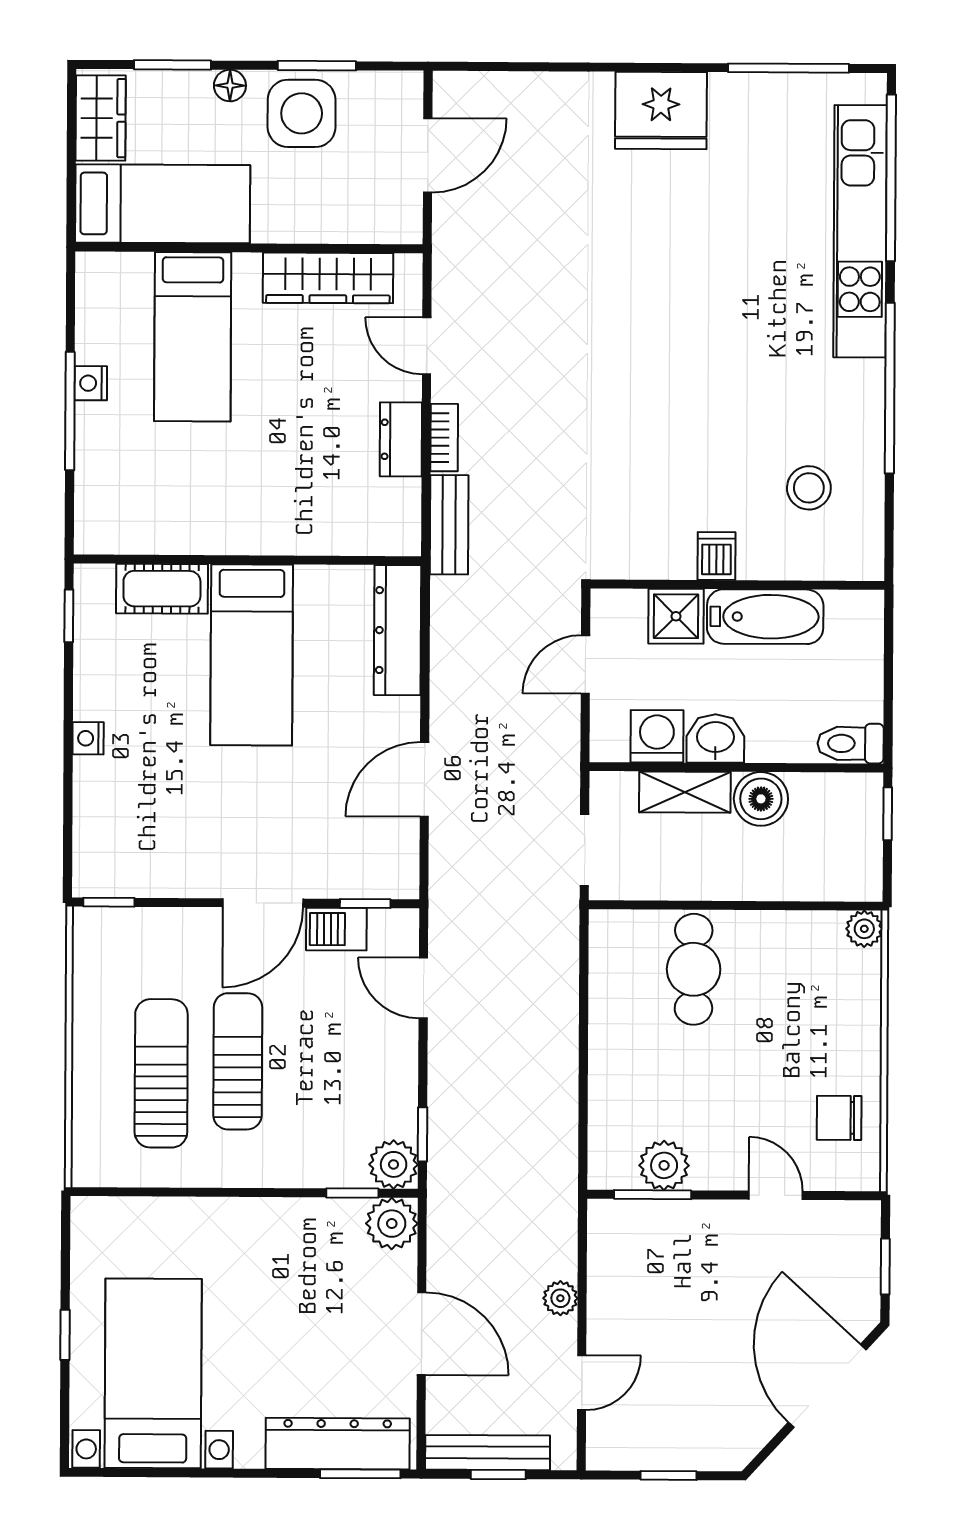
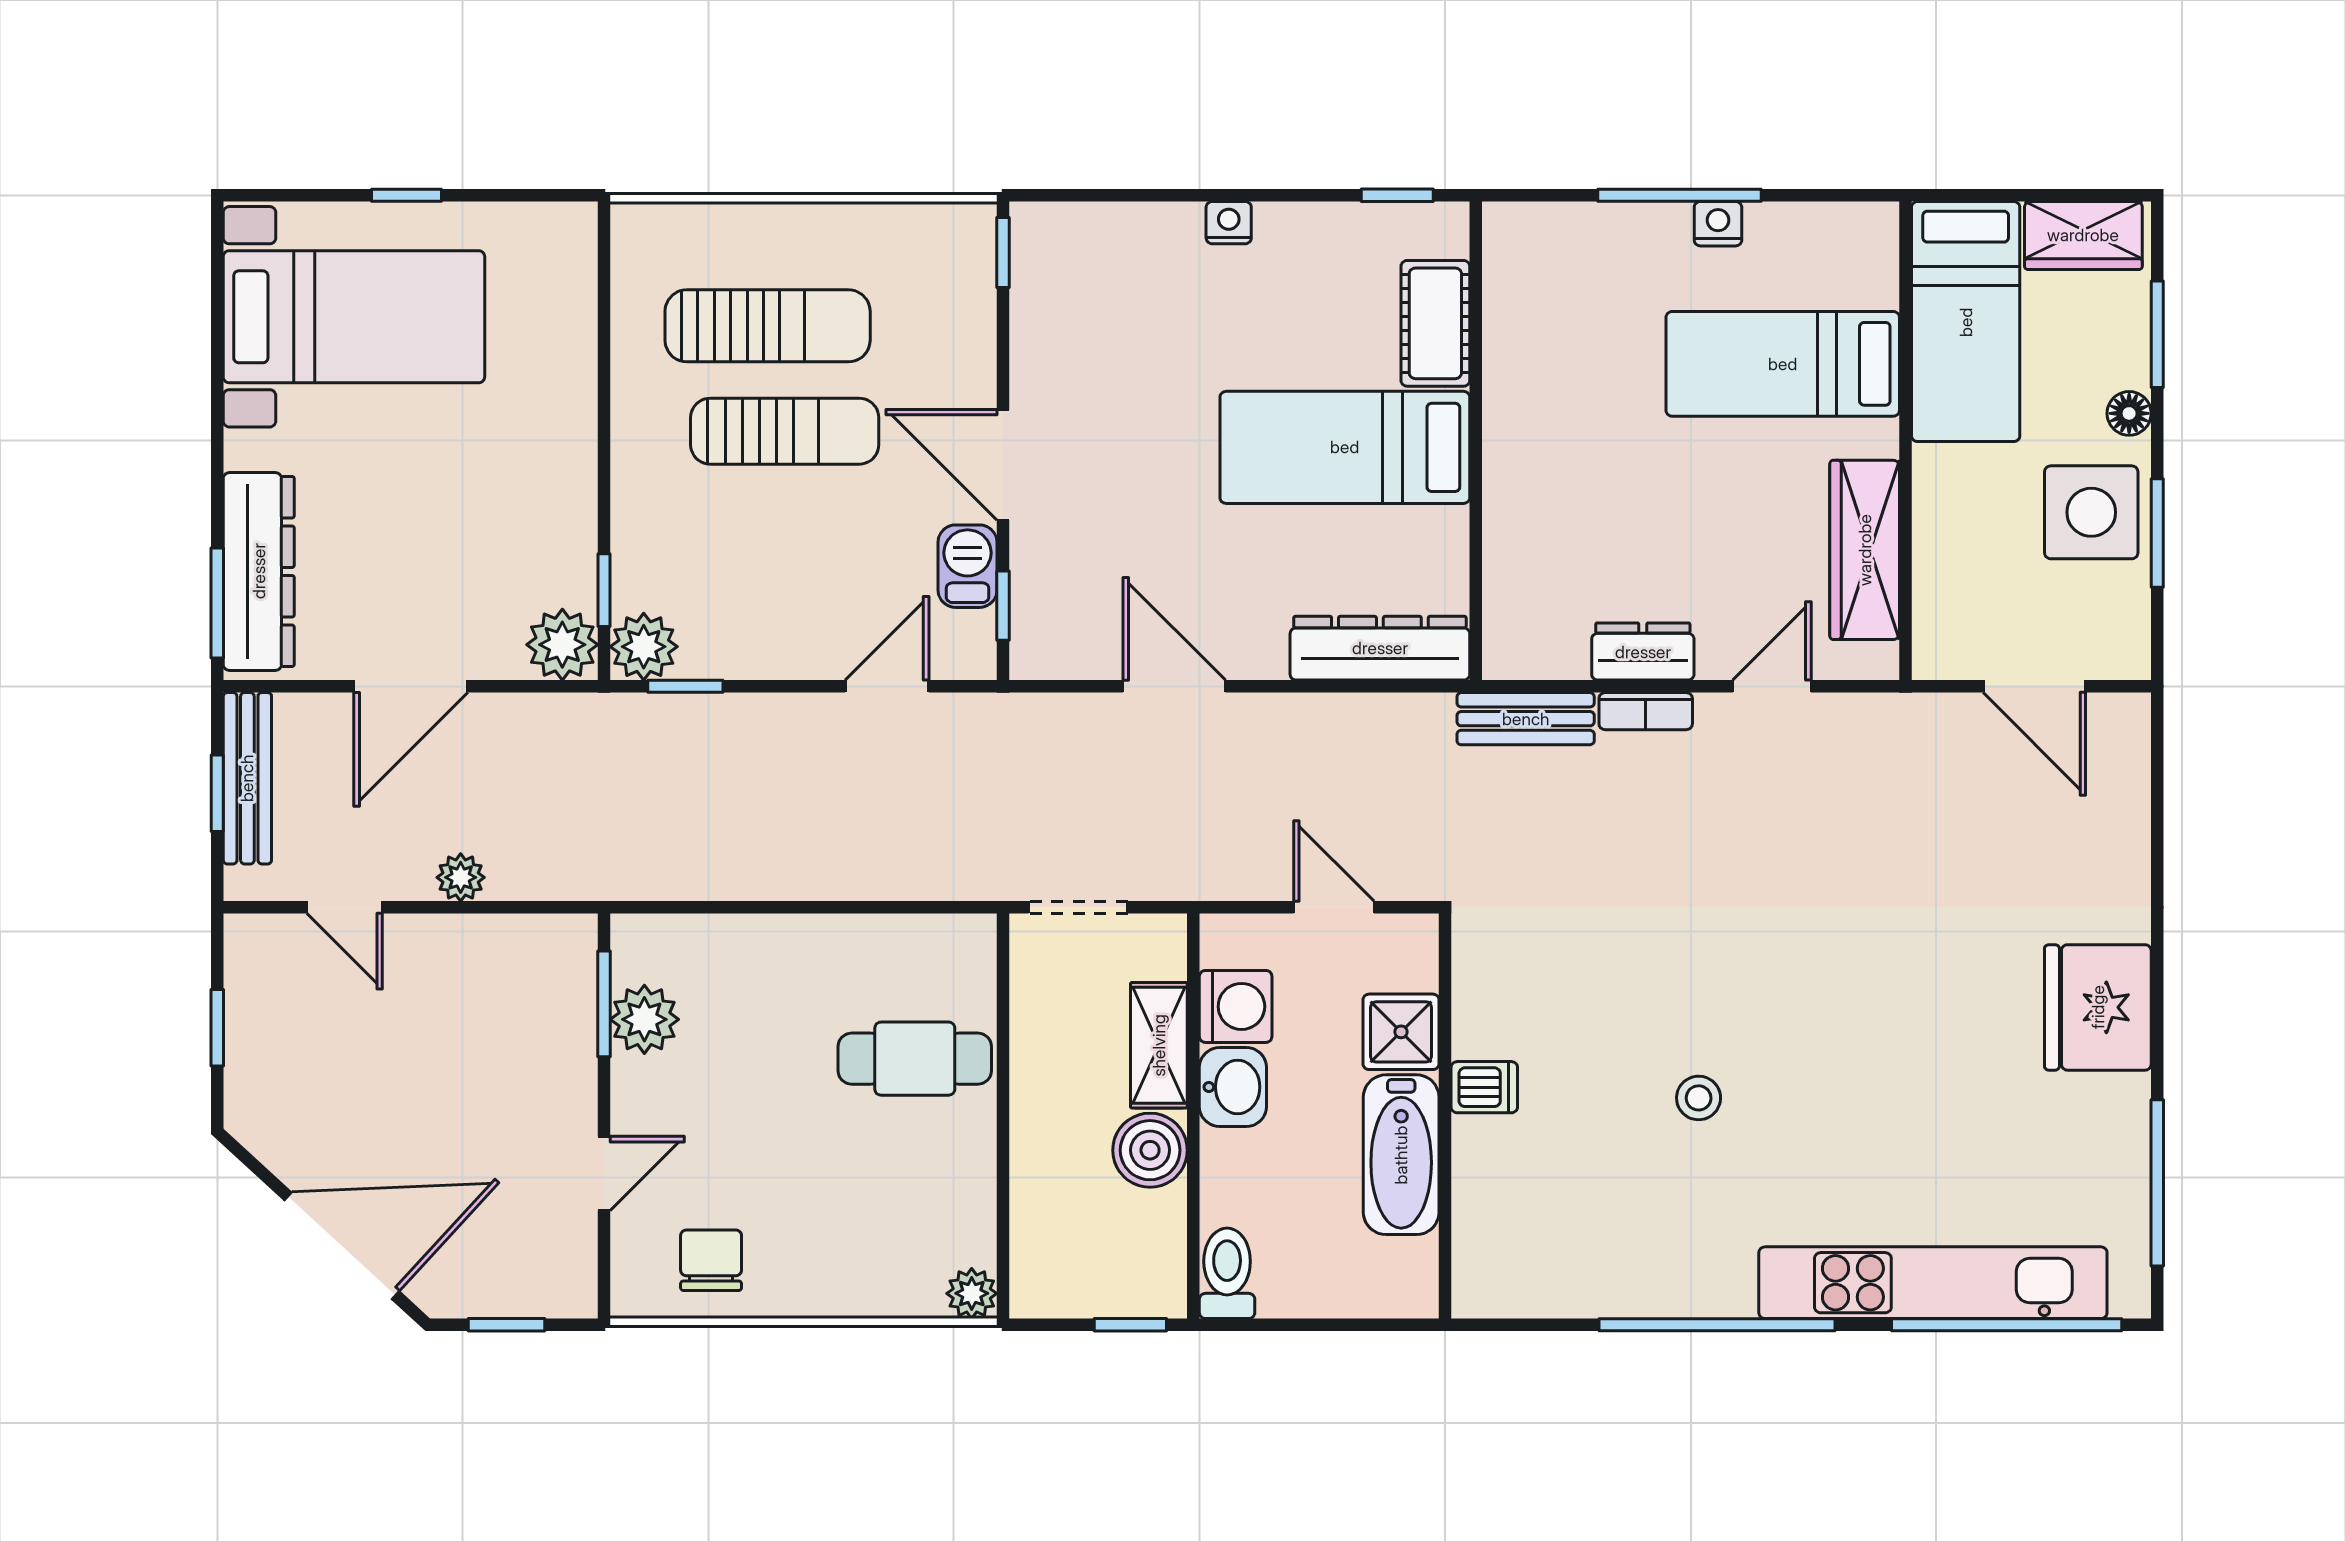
stool: (809, 488) -> (1699, 1098), moved, width x0.73, depth x0.73

